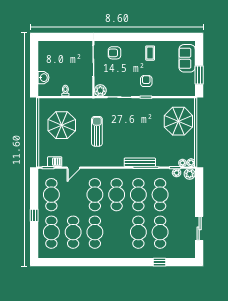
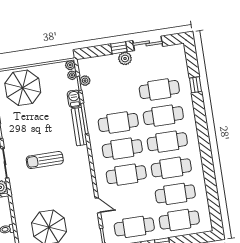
sun lounger: (97, 131) -> (45, 160), moved
barbecue: (55, 162) -> (74, 99), moved
plant: (190, 174) -> (125, 58), moved
cafe table: (160, 195) -> (167, 142), moved
window: (199, 204) -> (119, 48), added

